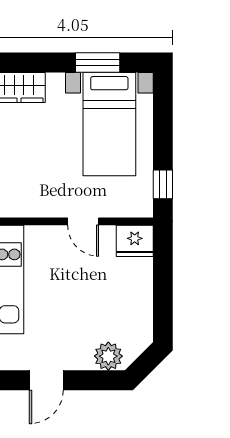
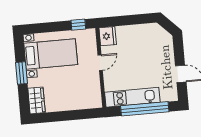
window: (98, 63) -> (22, 73), moved
plant: (108, 356) -> (166, 44), removed

